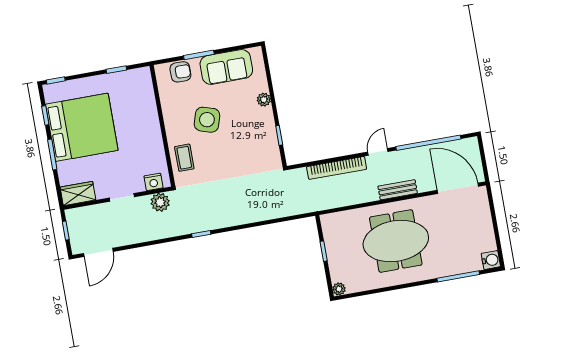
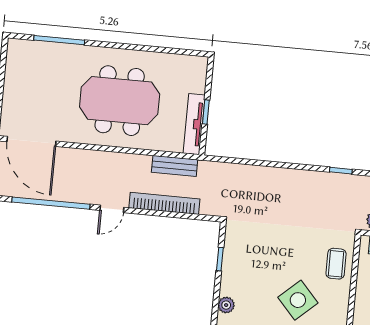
side table: (207, 120) -> (298, 300), turned 31
bench: (398, 190) -> (175, 166), moved
tv unit: (330, 239) -> (194, 124), added
water cooler: (491, 260) -> (17, 49), removed
plant: (339, 289) -> (200, 64), removed

